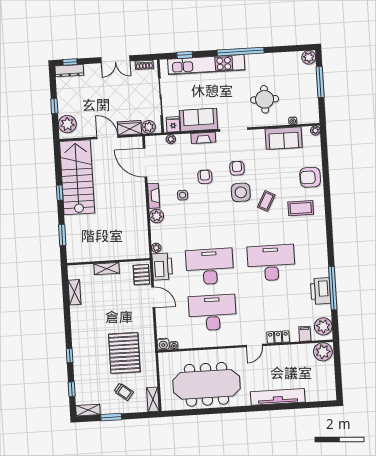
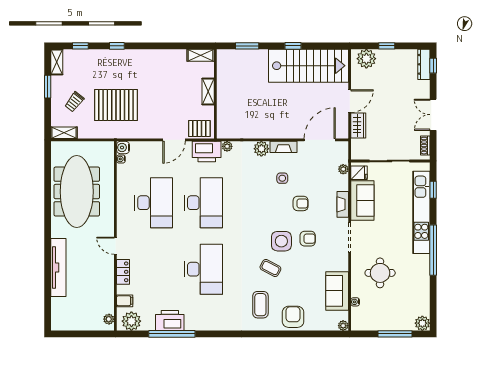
plant: (149, 127) -> (358, 146), removed
shelving: (74, 292) -> (201, 55), moved
plant: (323, 352) -> (109, 319), width x0.53, depth x0.53

